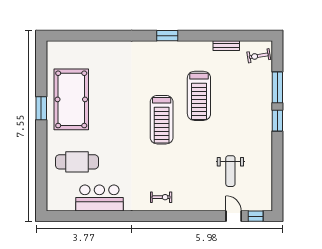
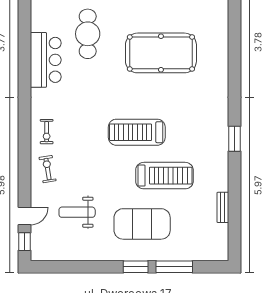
exercise bike: (259, 56) -> (48, 169), moved
treadmill: (199, 96) -> (164, 176), turned 180
pool table: (71, 99) -> (161, 53), moved
exercise mat: (241, 115) -> (142, 224), added

